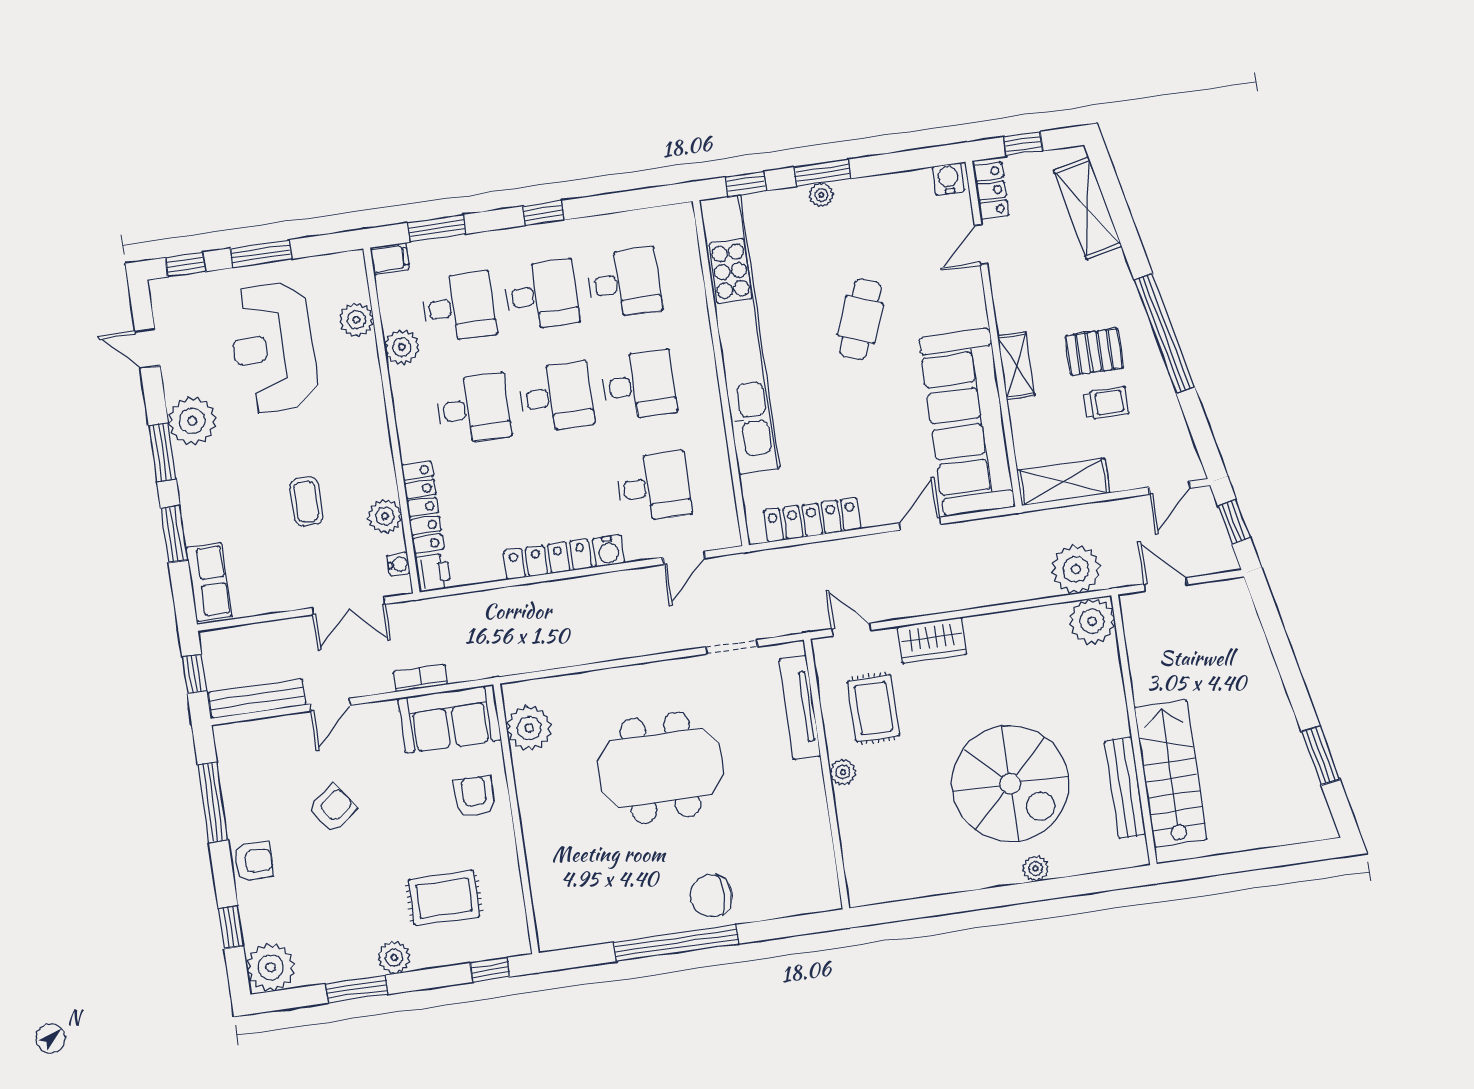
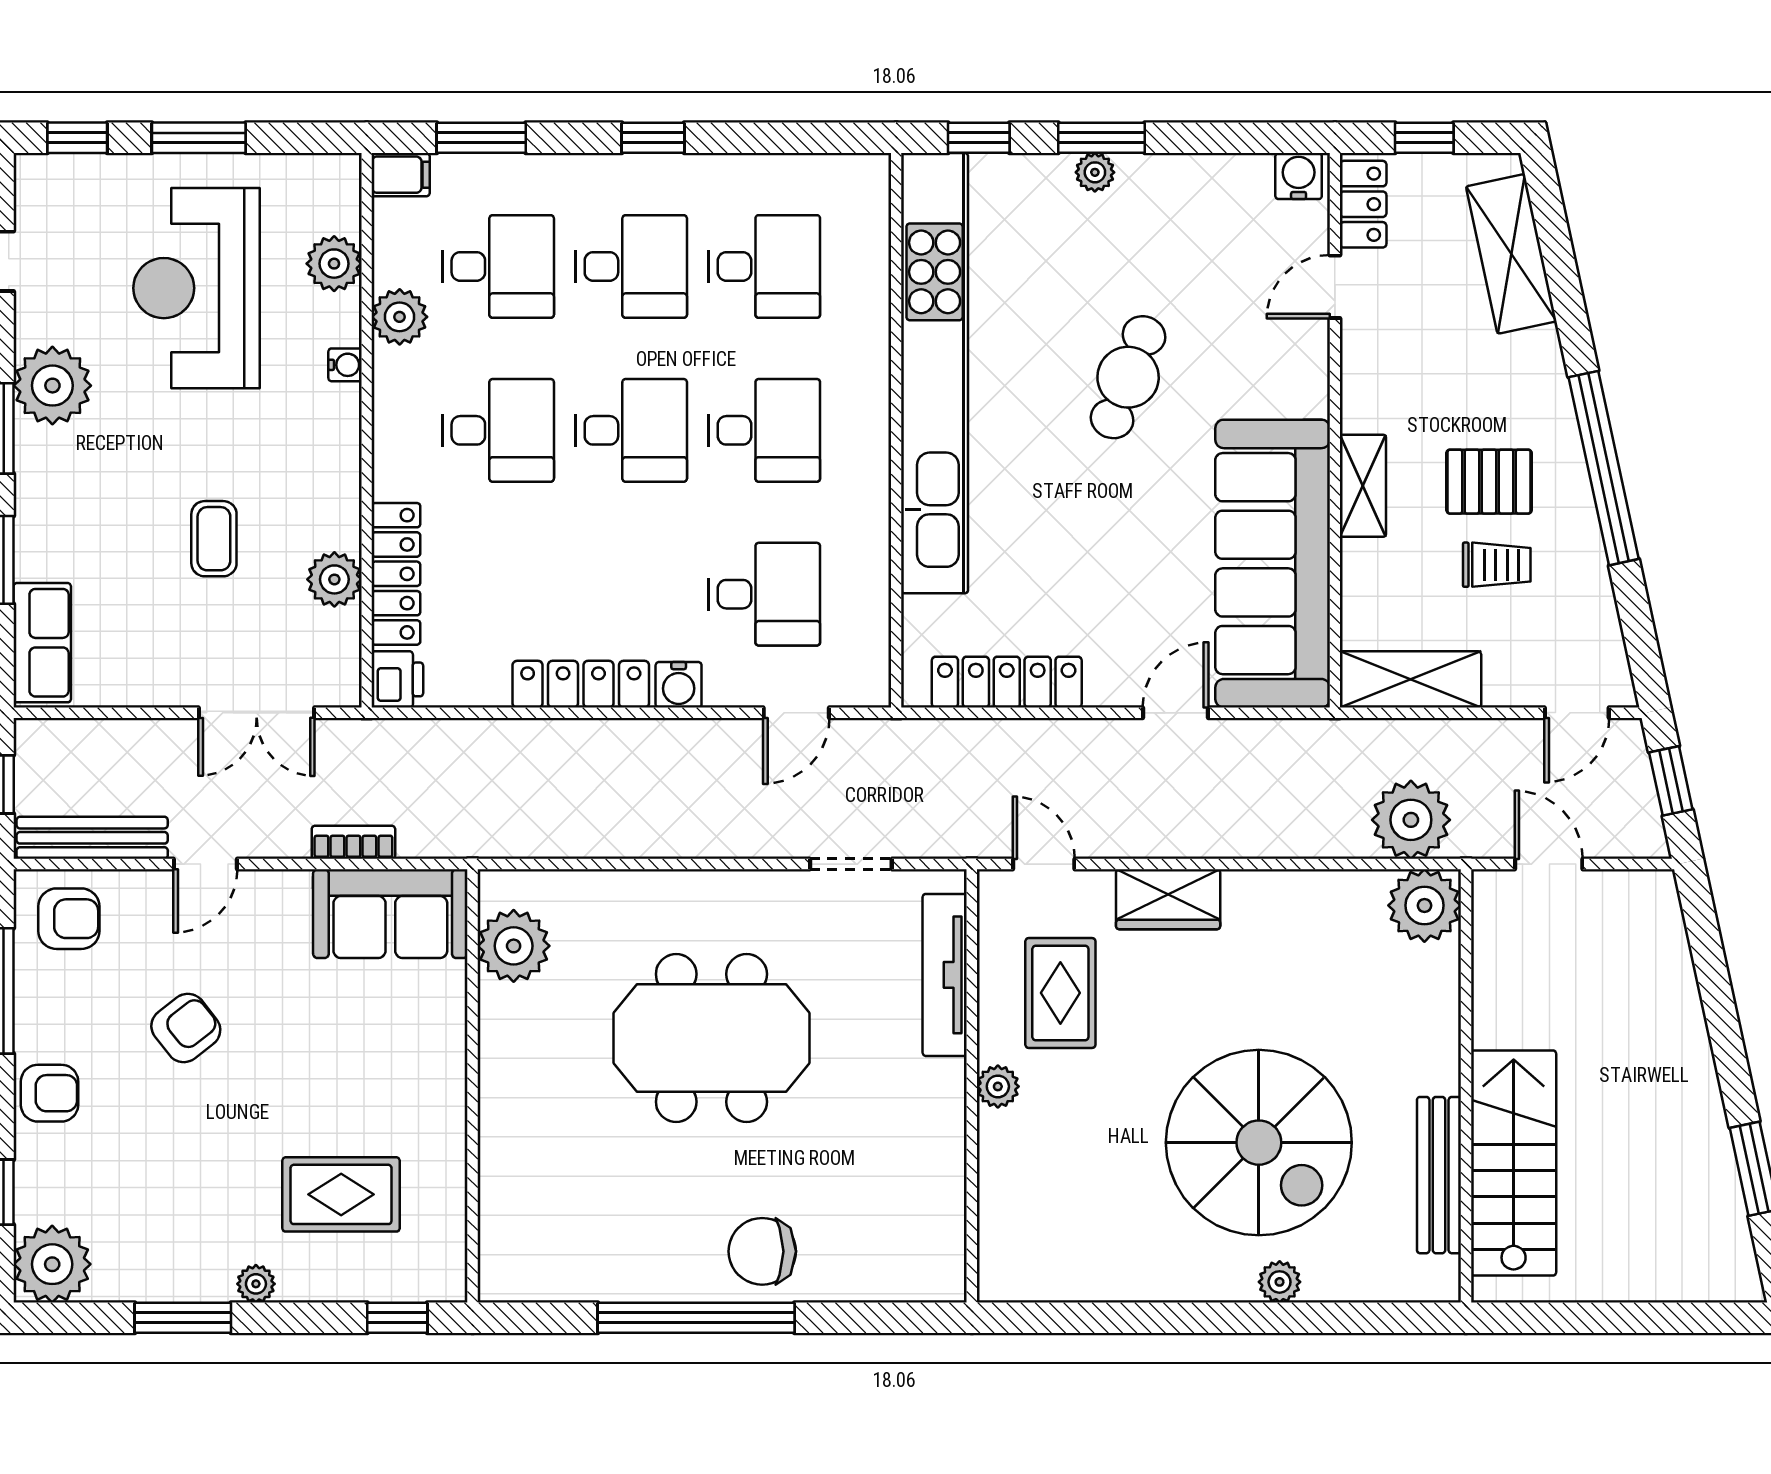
water cooler: (399, 564) -> (345, 365), moved
armchair: (474, 797) -> (69, 919), moved, turned 90
plant: (394, 958) -> (256, 1284), width x0.73, depth x0.73

